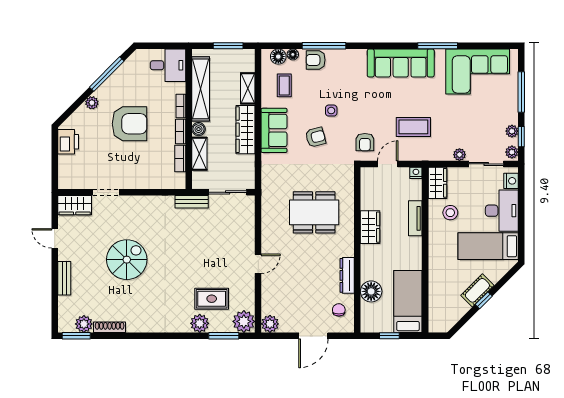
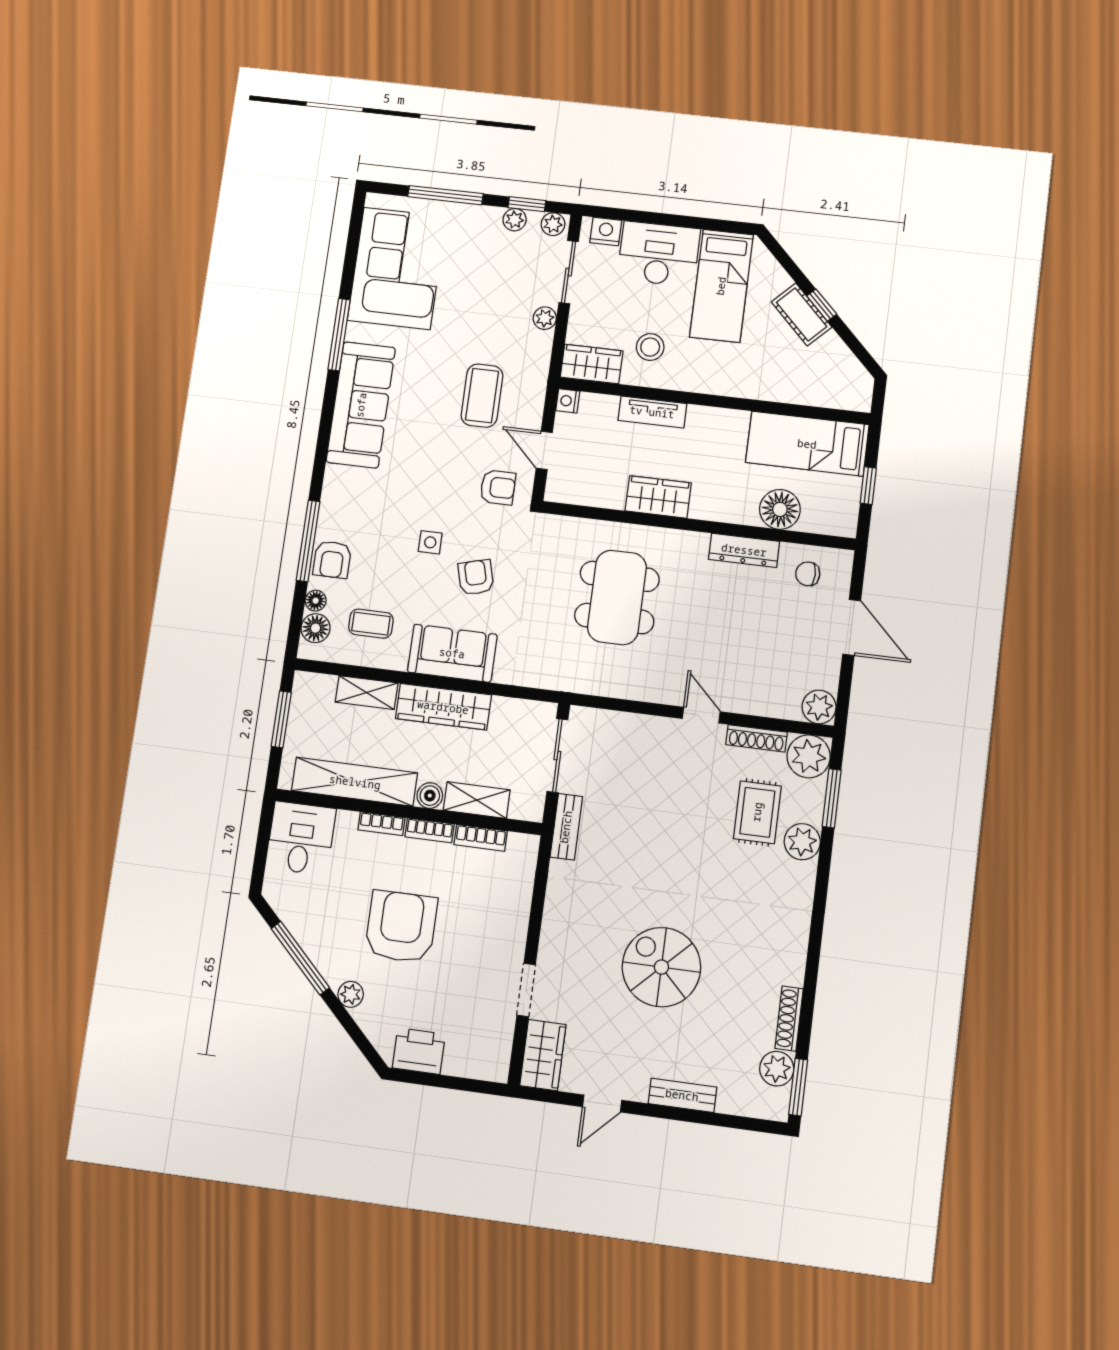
shoe rack: (250, 294) -> (756, 738), added

